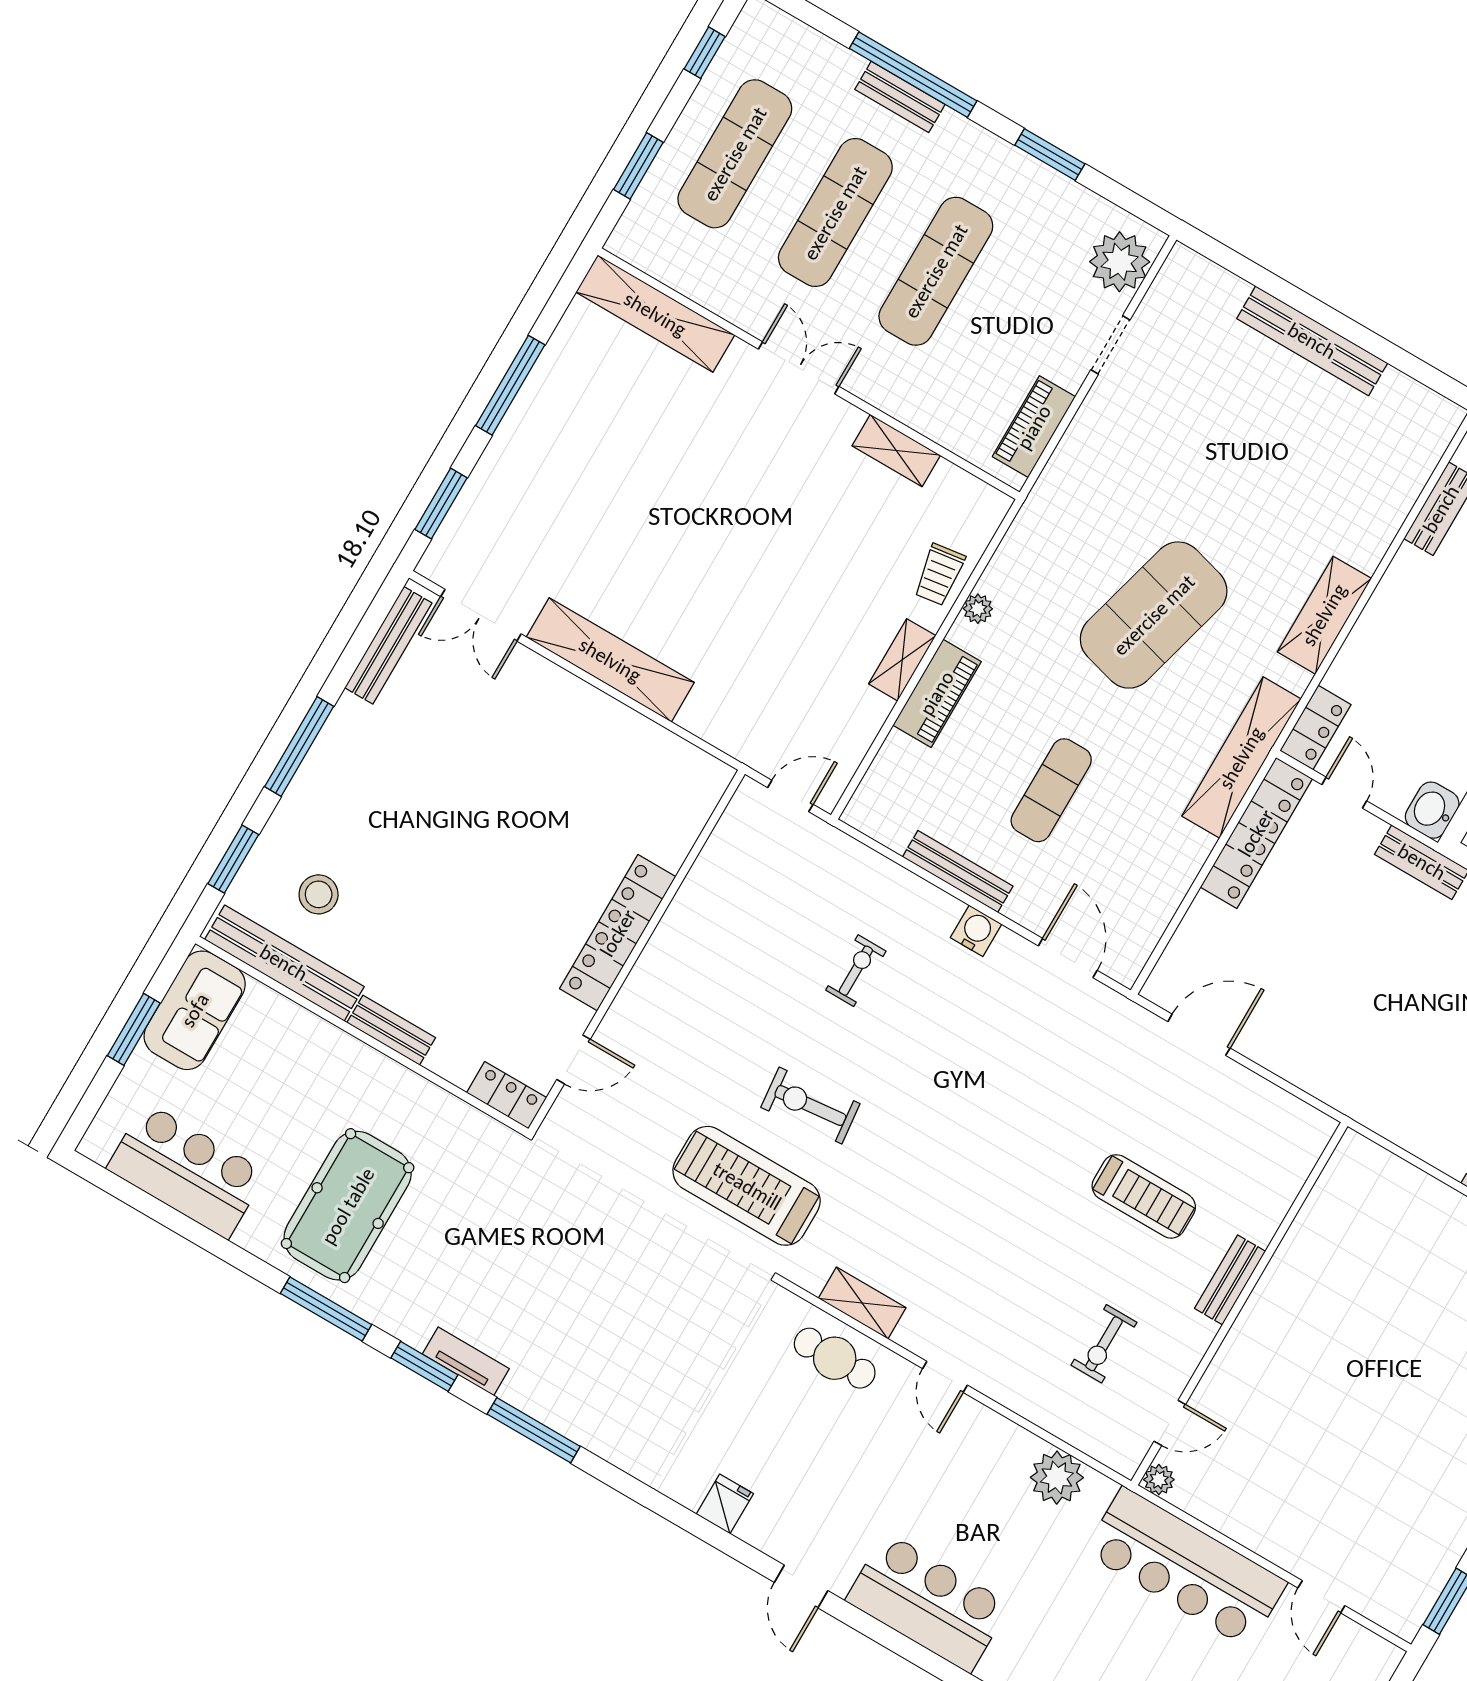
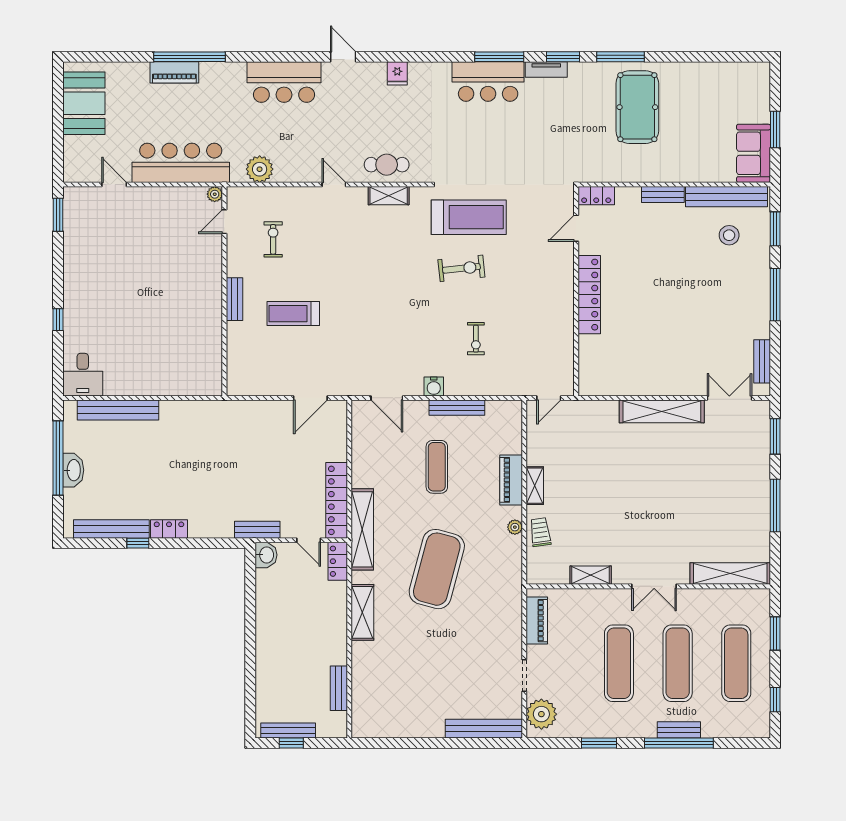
bench: (1312, 341) -> (484, 729), moved
bench: (388, 645) -> (762, 361), width x0.73
bar counter: (187, 1171) -> (488, 81), moved

